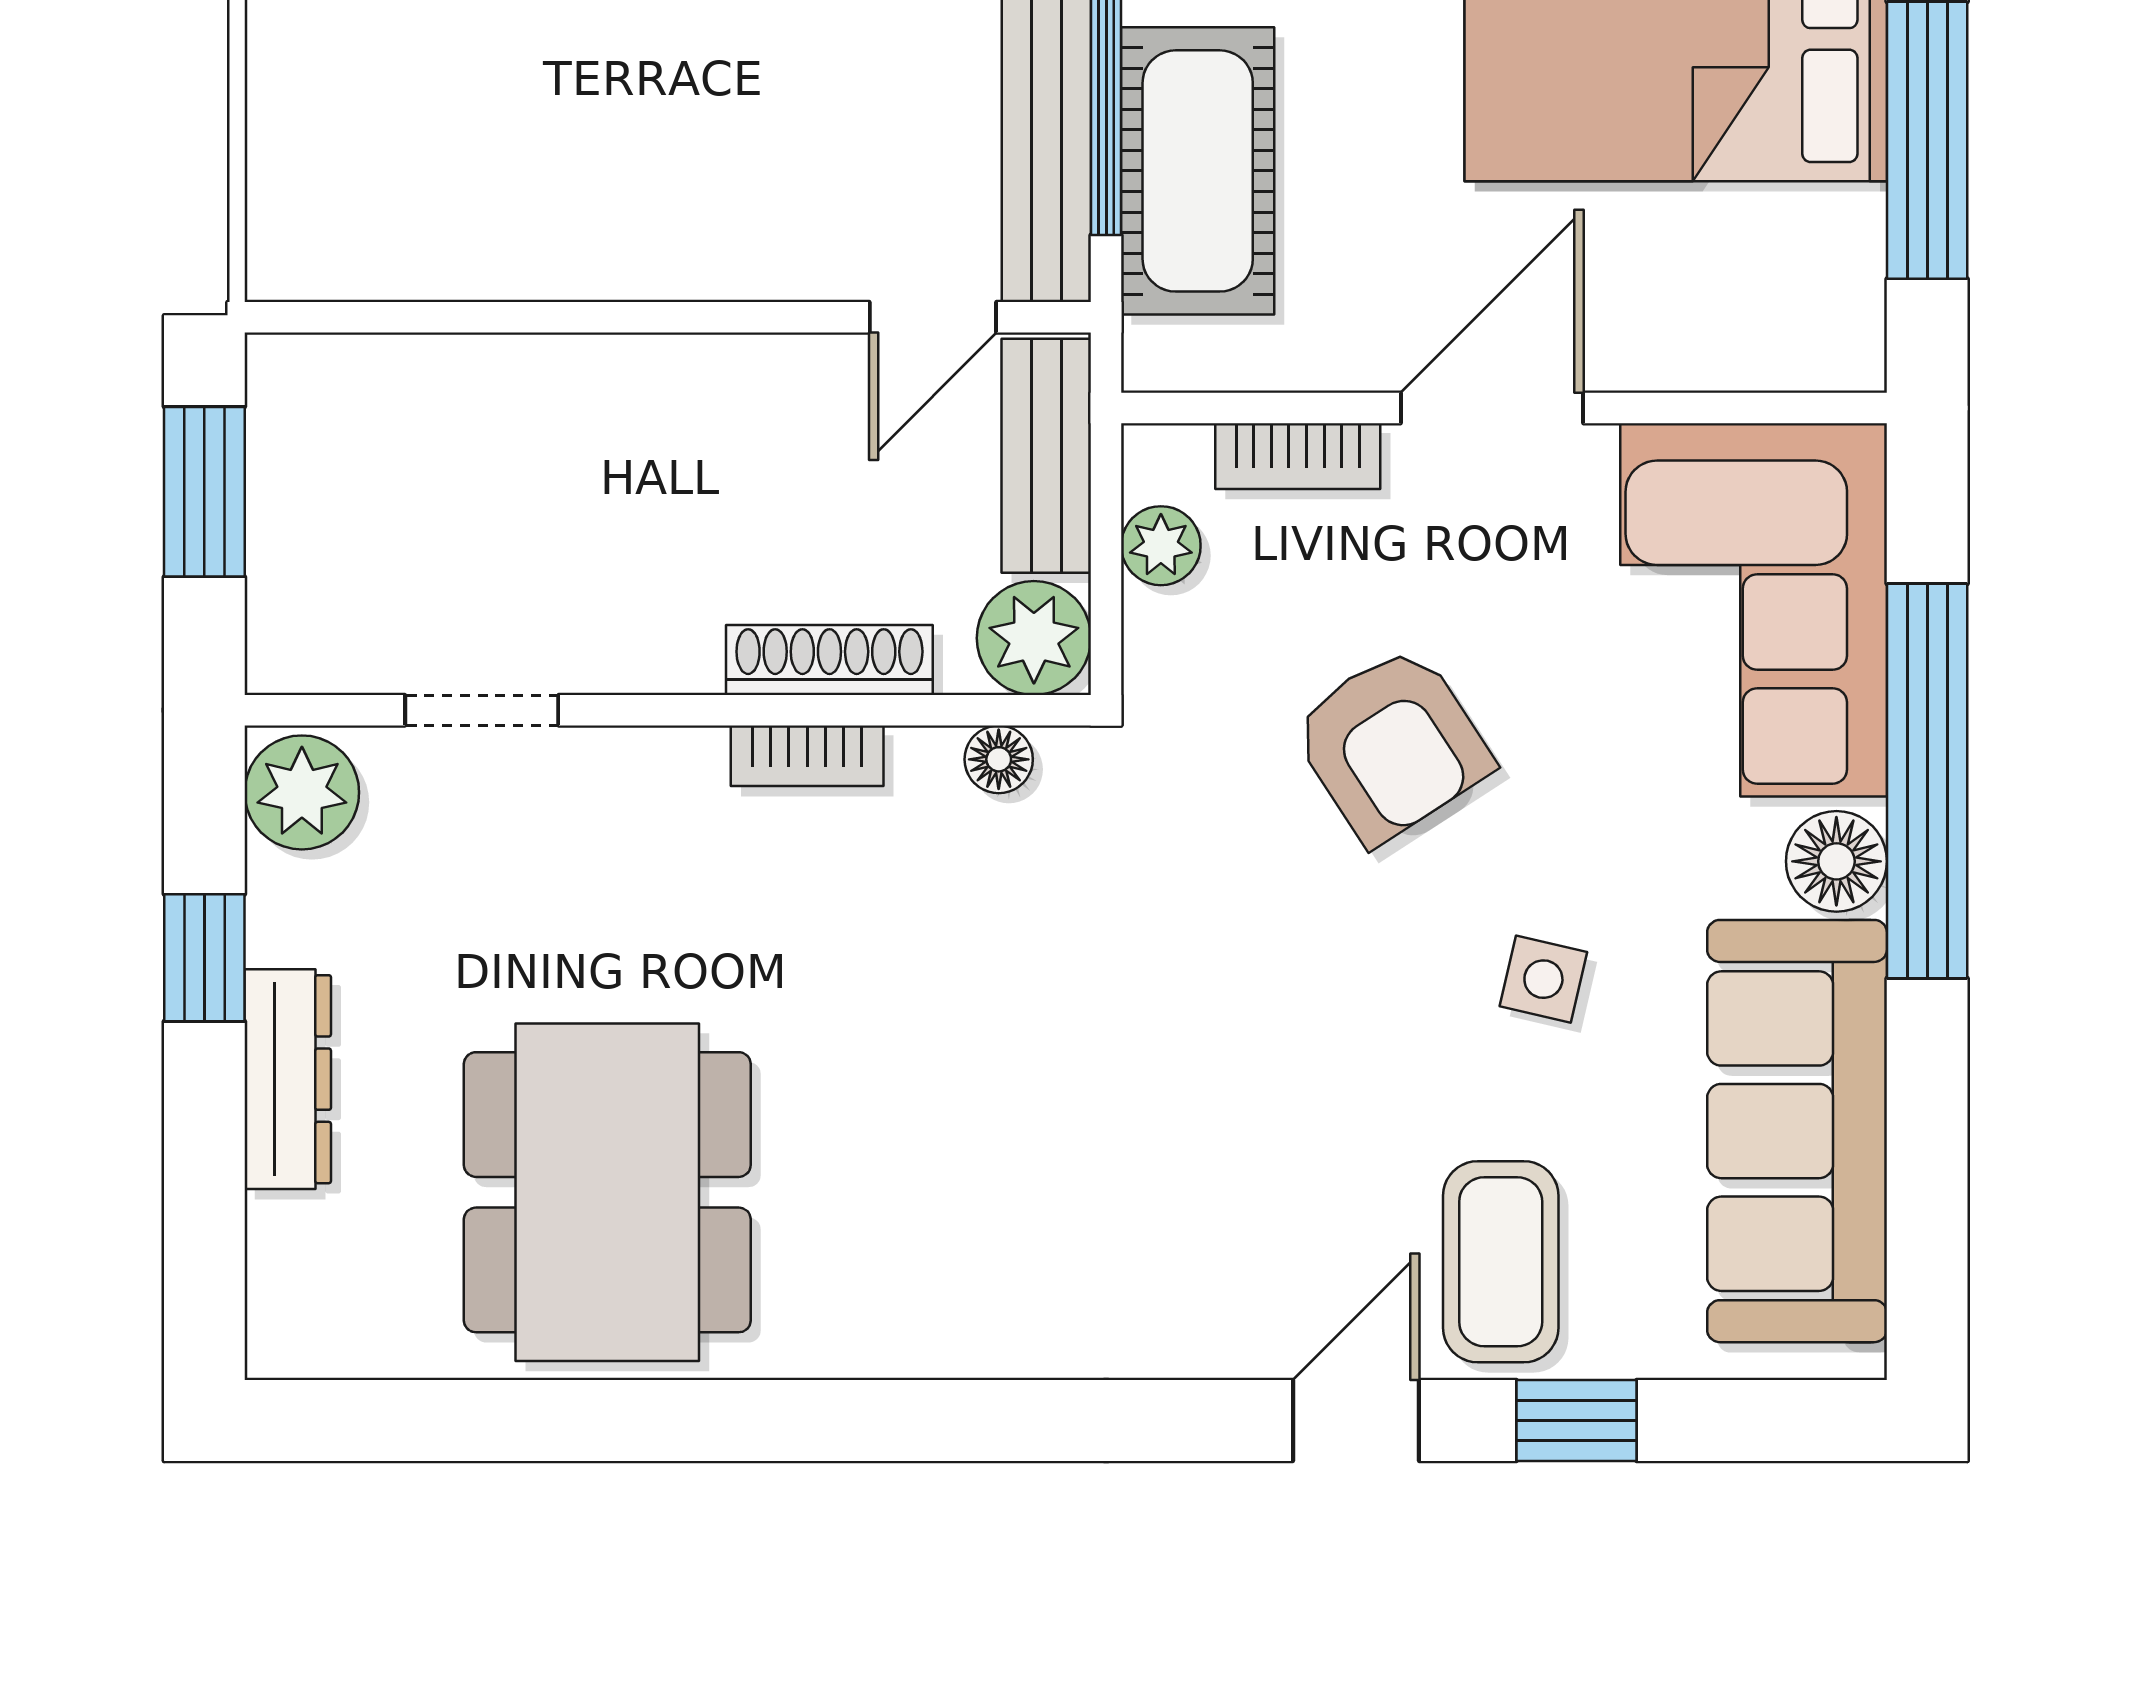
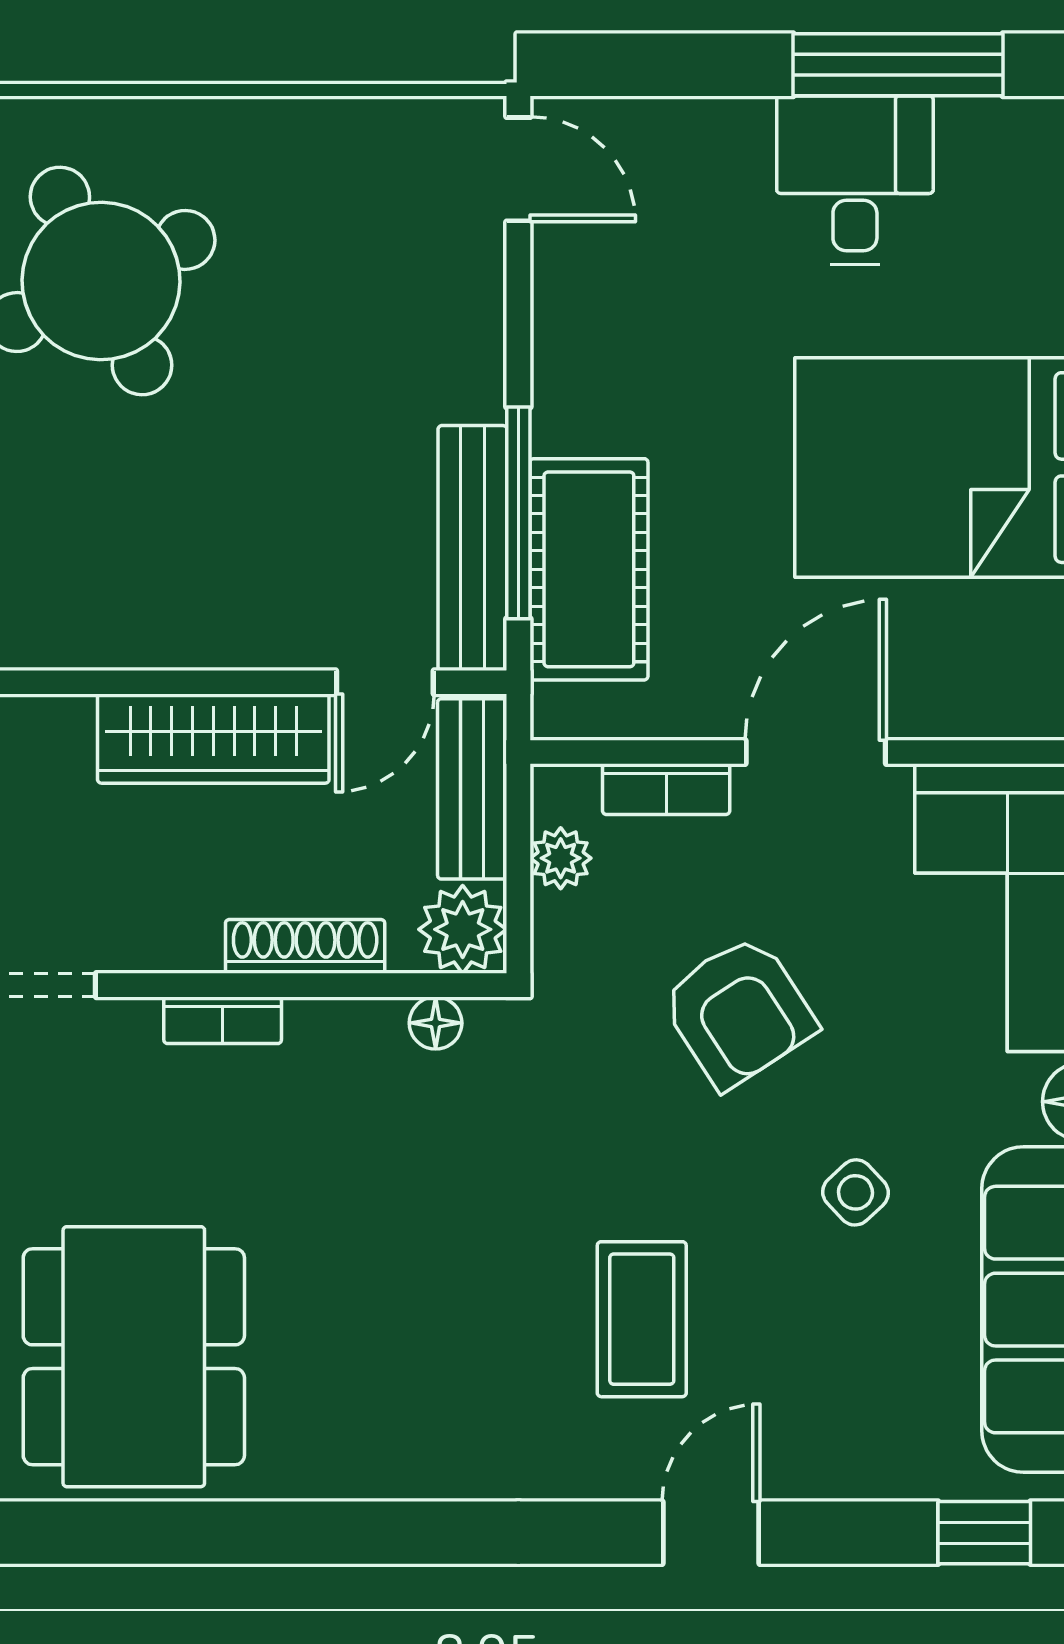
wardrobe: (710, 390) -> (213, 739), added
bookcase: (807, 756) -> (223, 1020), moved
side table: (1543, 979) -> (855, 1192), turned 34
coffee table: (1501, 1262) -> (642, 1319), moved
window: (1577, 1420) -> (984, 1533), moved

